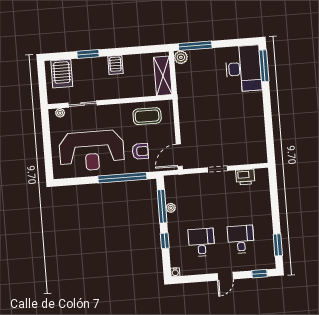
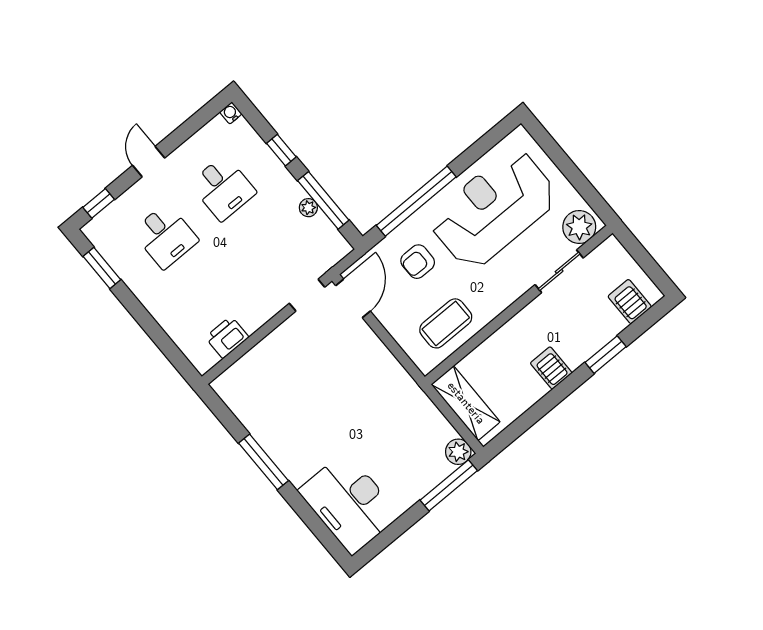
window: (264, 66) -> (264, 462), moved
server rack: (62, 74) -> (630, 302), width x0.73, depth x0.70
plant: (60, 113) -> (579, 227), width x1.87, depth x1.87
doorway: (217, 169) -> (307, 295), moved

